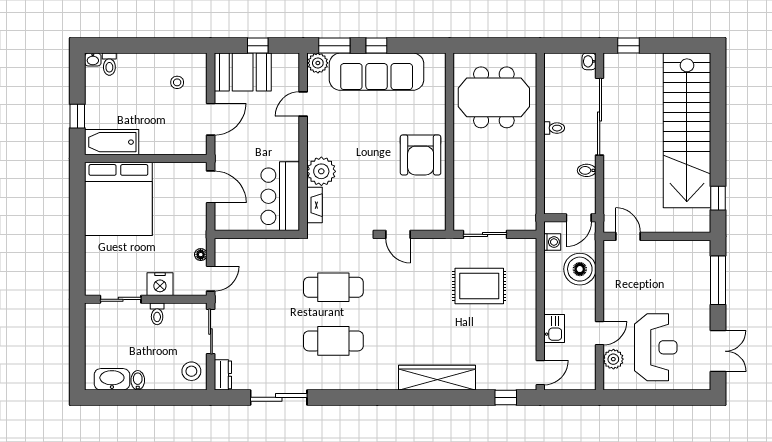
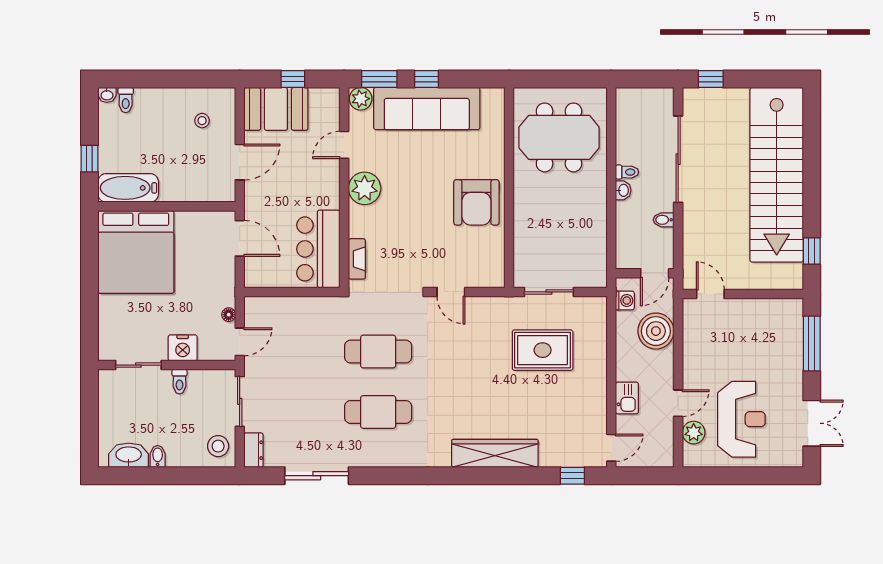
washbasin: (589, 61) -> (623, 190), moved, turned 180
plant: (321, 171) -> (365, 188), moved

